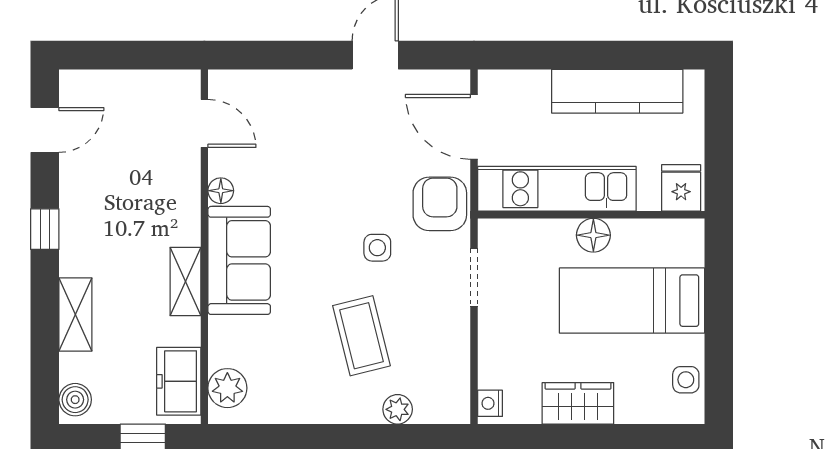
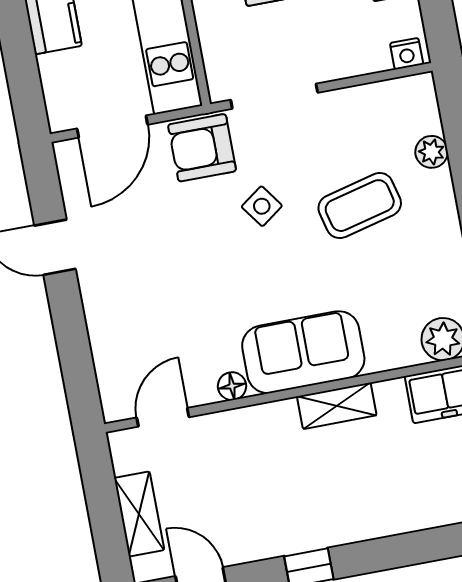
side table: (377, 248) -> (262, 206), turned -36
doorway: (474, 277) -> (274, 96), width x1.38
shelving: (75, 314) -> (139, 514), moved, turned 90

